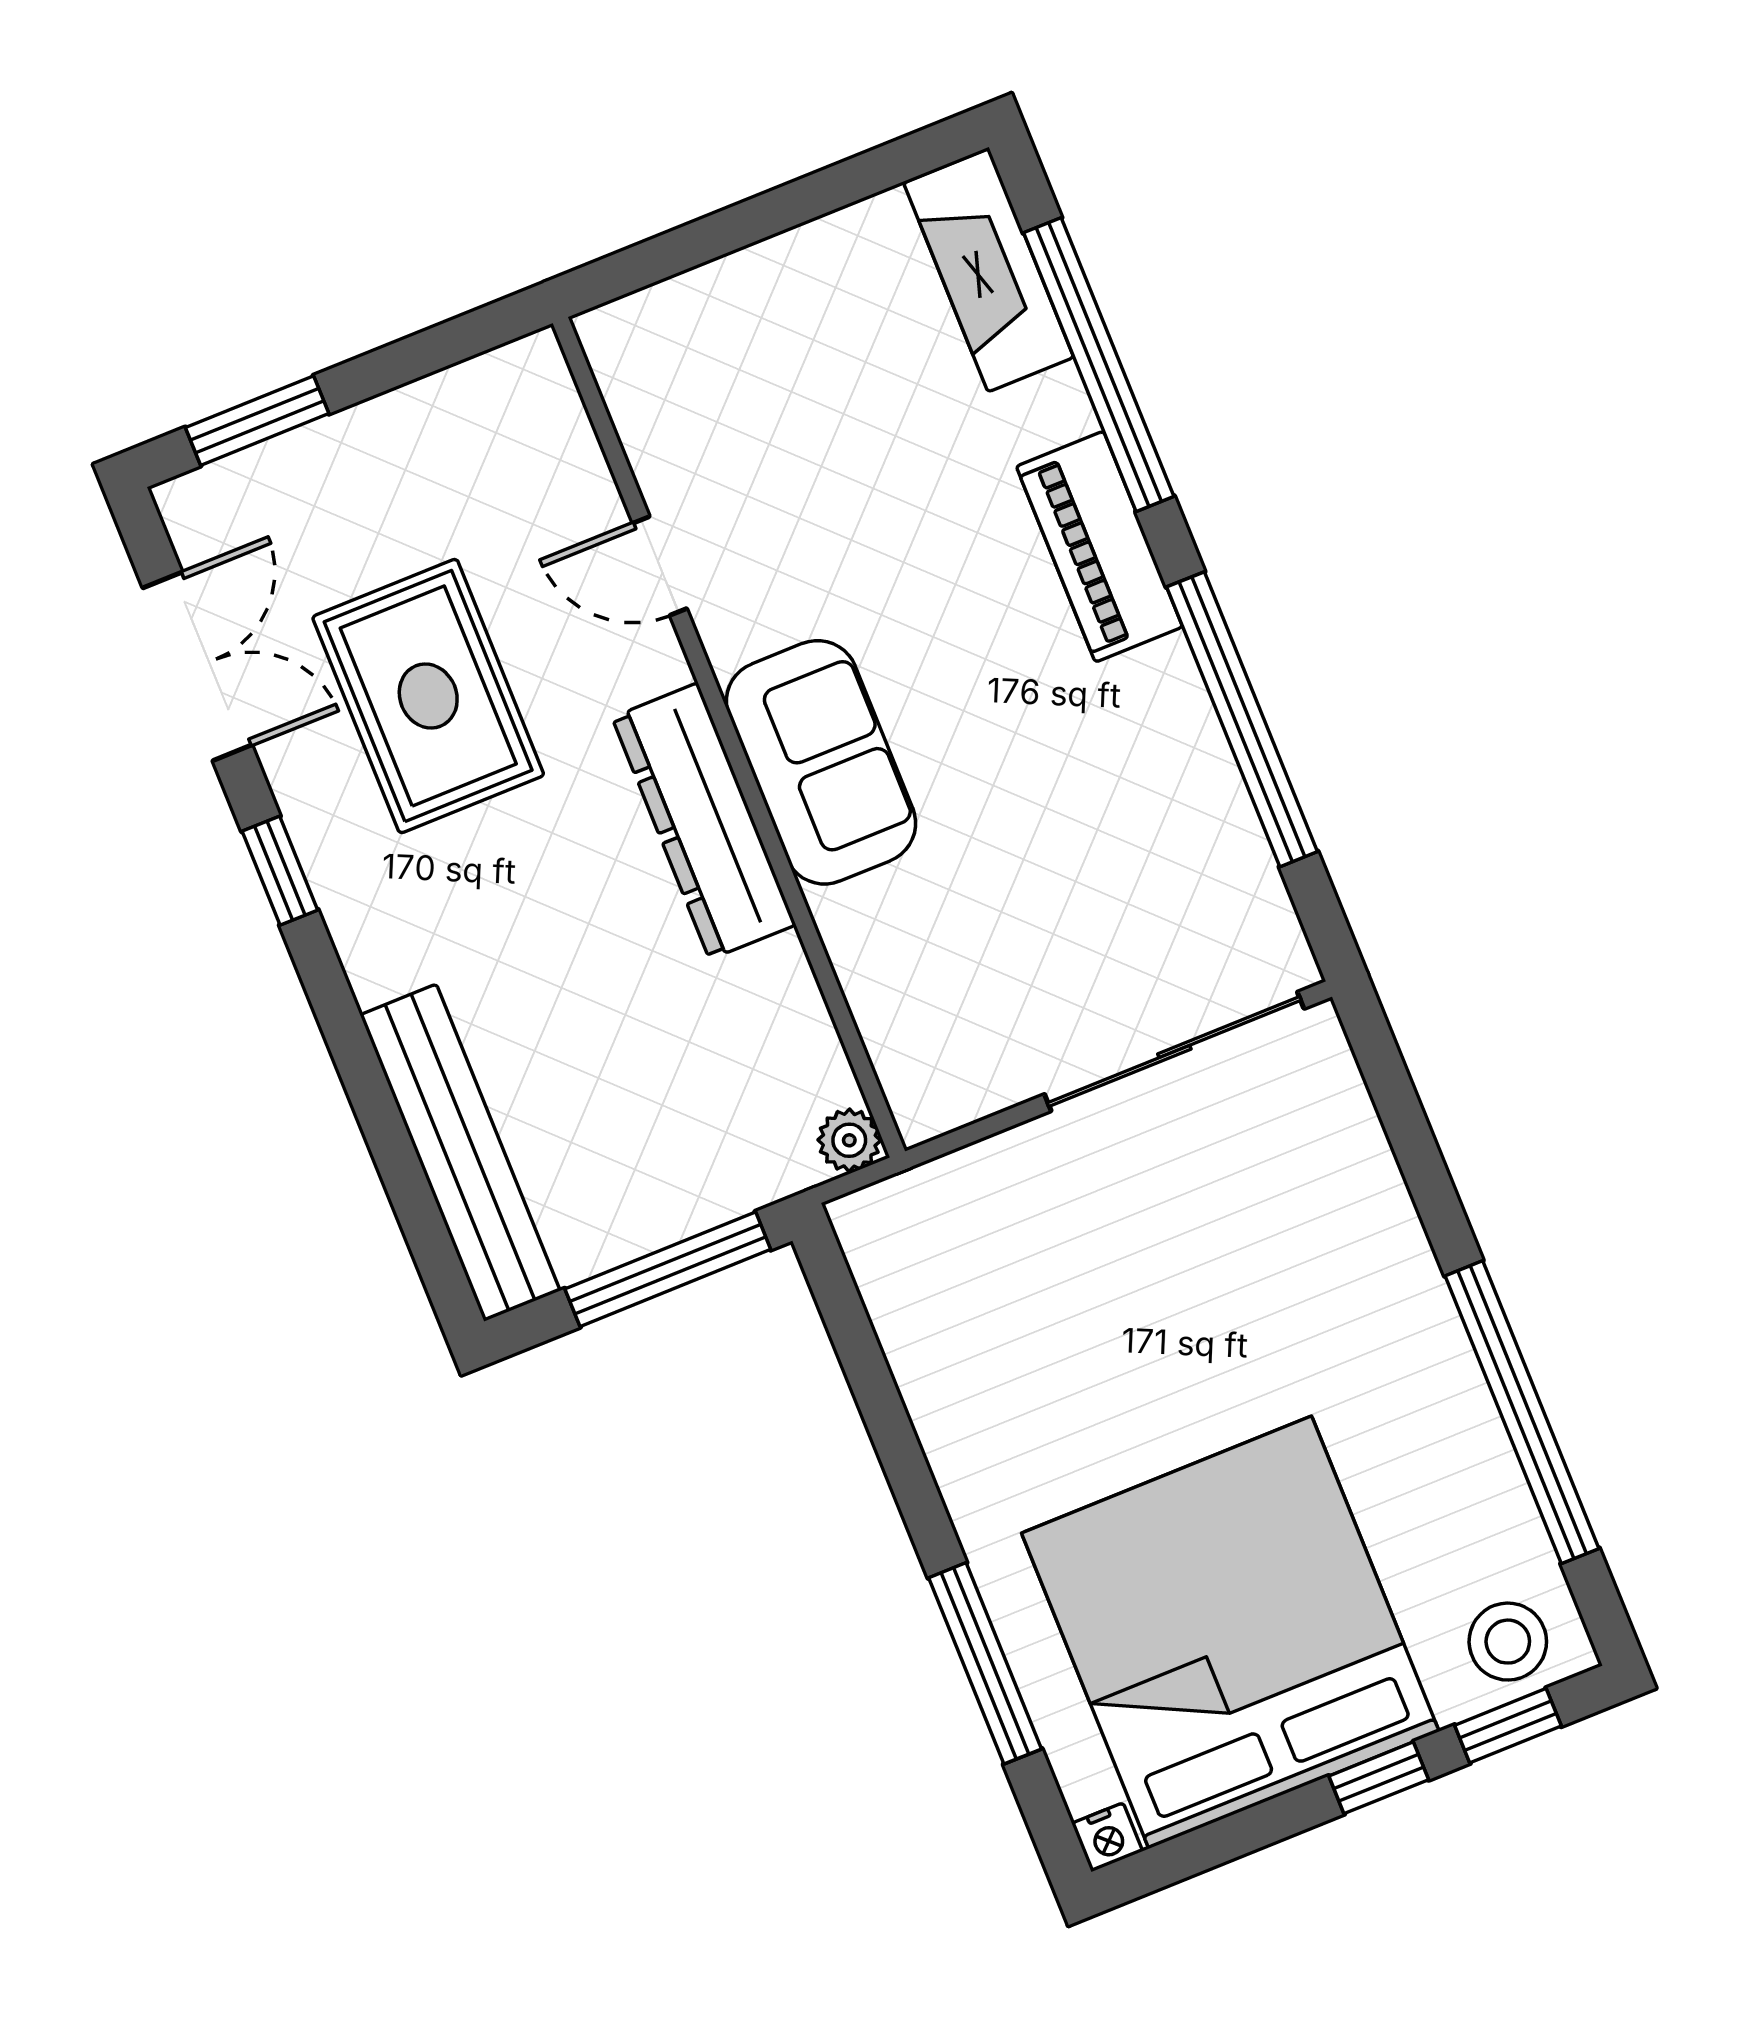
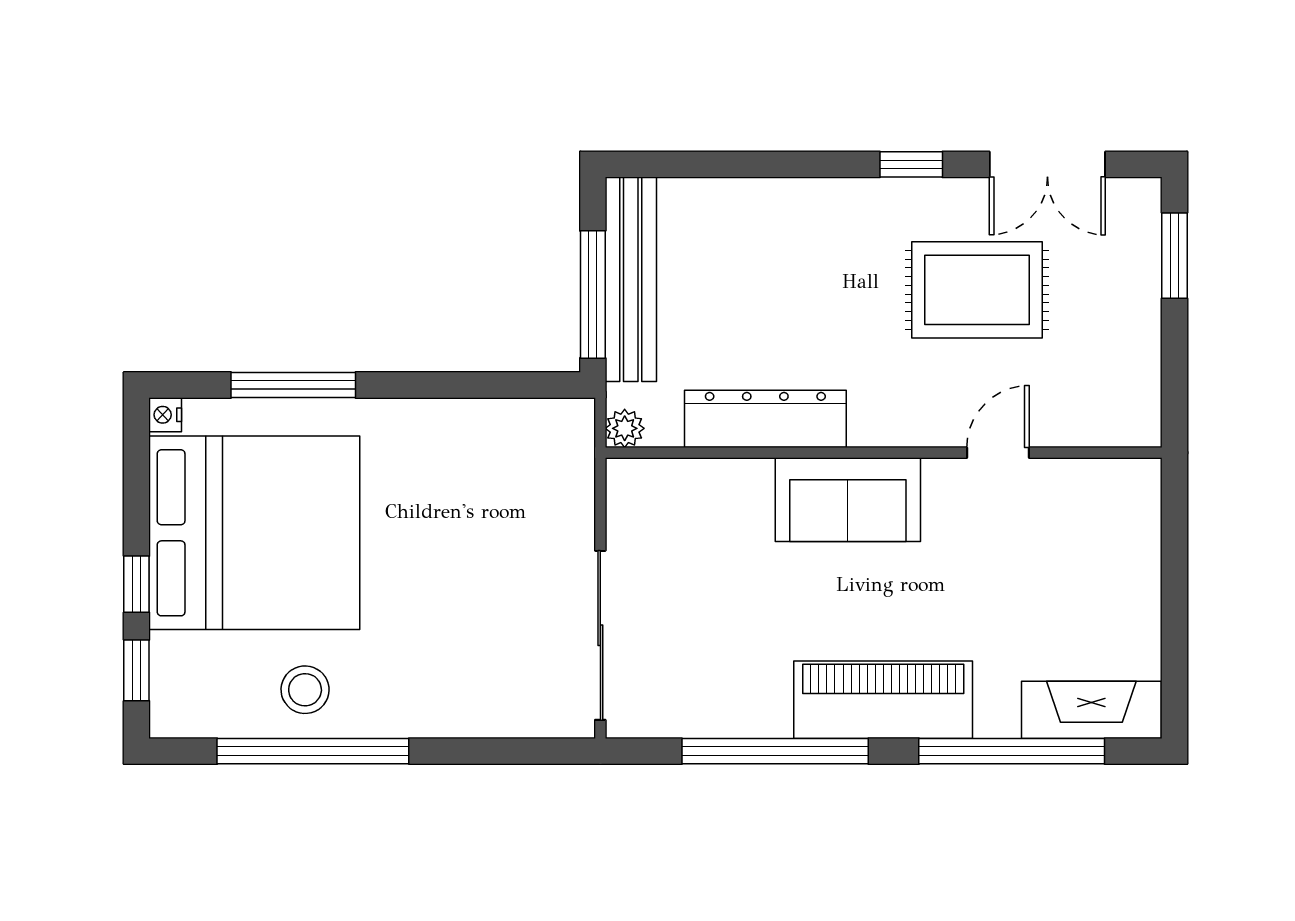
piano: (1099, 547) -> (883, 700), width x1.37, depth x1.33
dresser: (704, 821) -> (765, 419), moved
bench: (460, 1153) -> (631, 279), moved, turned 90
stool: (1508, 1642) -> (305, 690), moved

